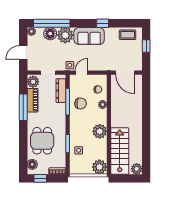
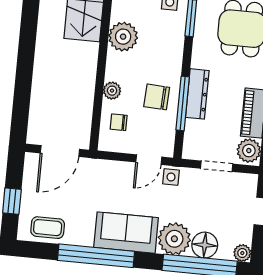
window: (103, 23) -> (96, 256), width x3.17
door: (125, 73) -> (60, 151), swing flipped
dresser: (61, 91) -> (197, 94), moved

